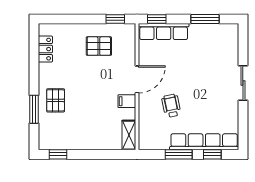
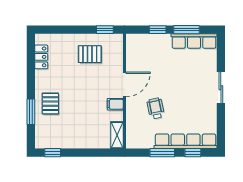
window: (157, 19) -> (158, 30), moved
row of seats: (164, 32) -> (194, 41), moved

